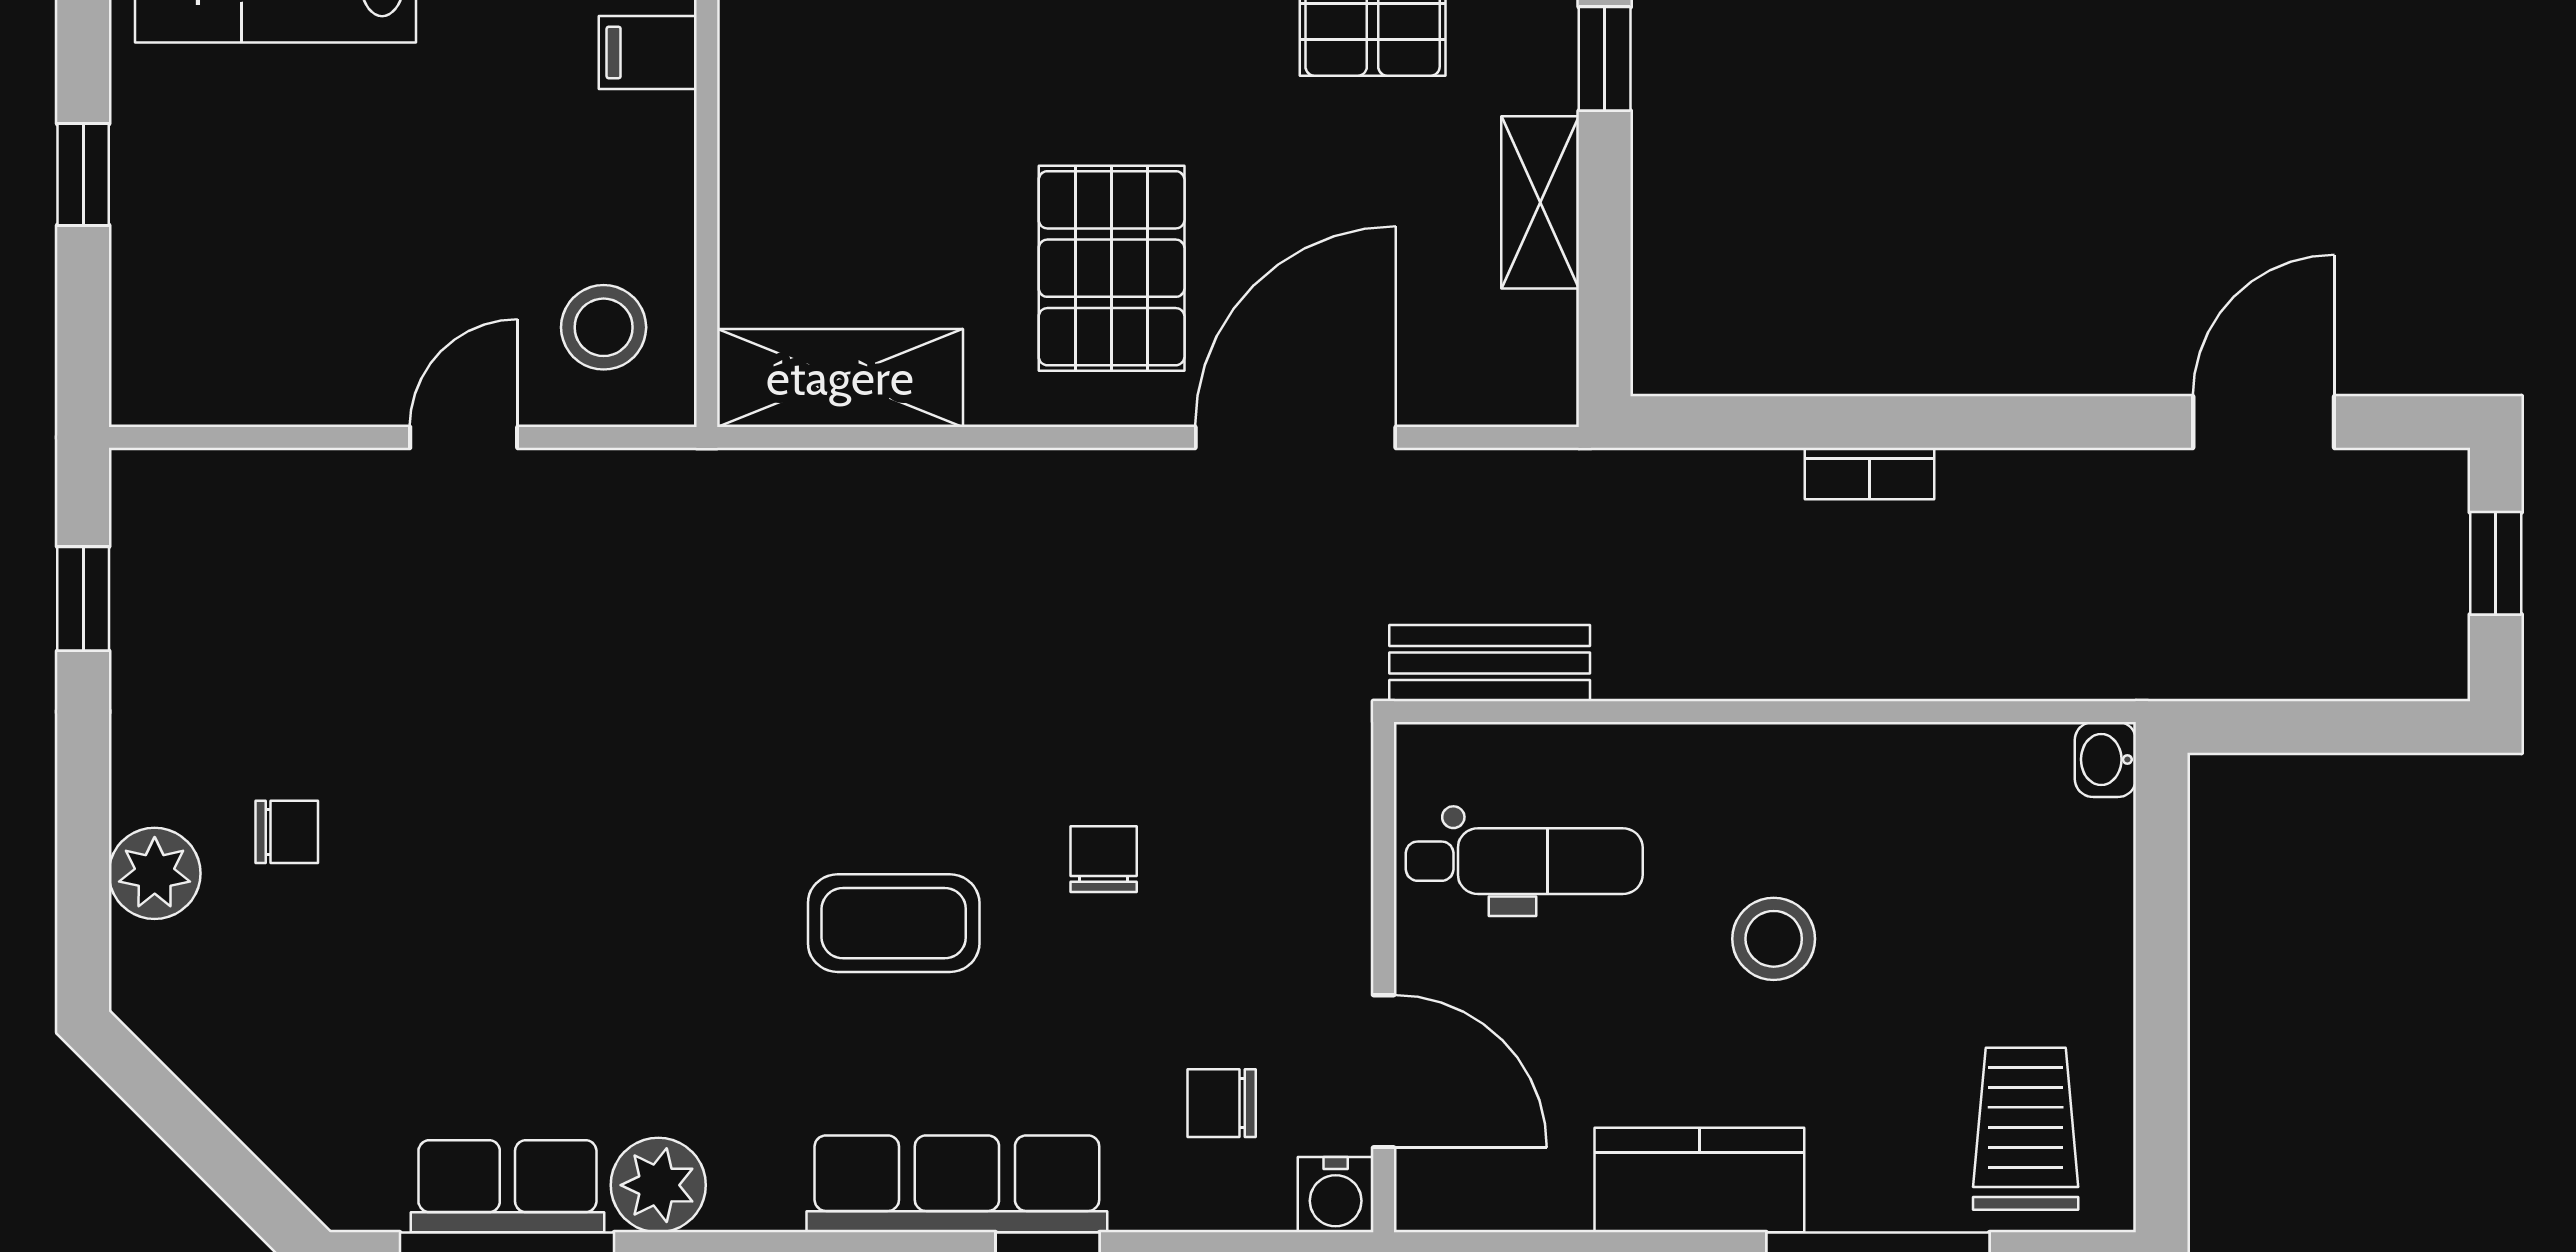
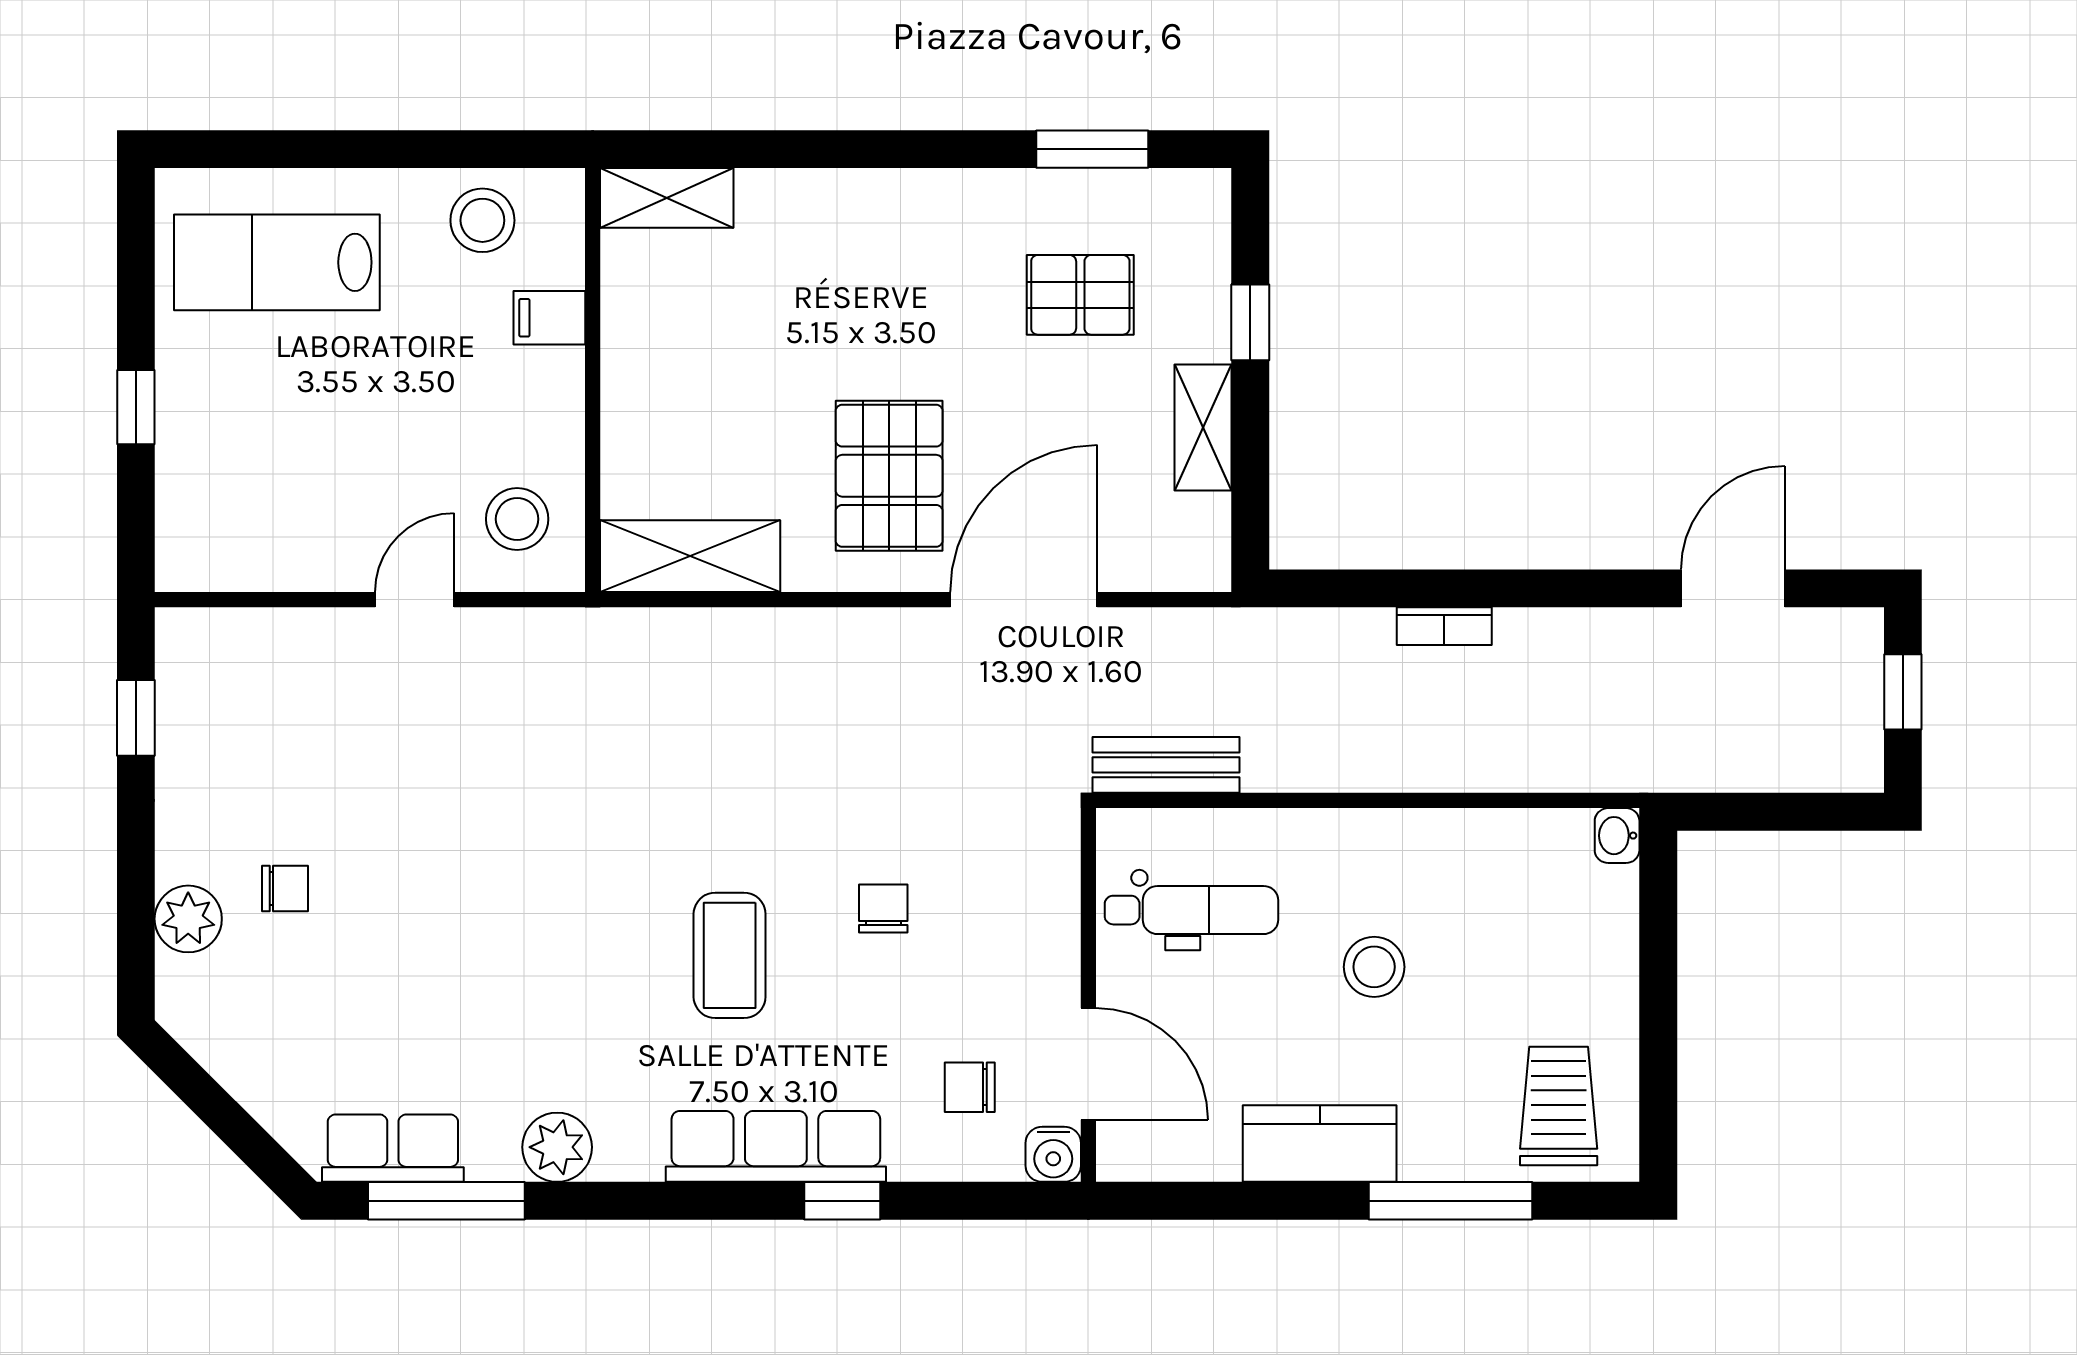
coffee table: (894, 923) -> (730, 955), turned 90
row of seats: (507, 1186) -> (393, 1148), moved

